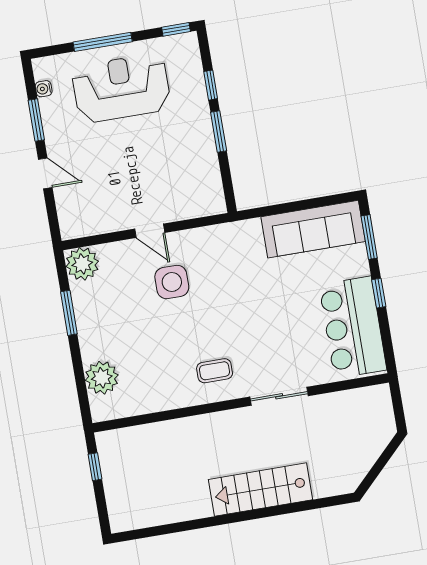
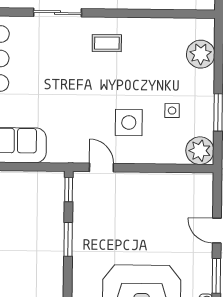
window: (211, 85) -> (69, 190), moved
door: (150, 231) -> (101, 167), moved
side table: (123, 305) -> (172, 111), added

